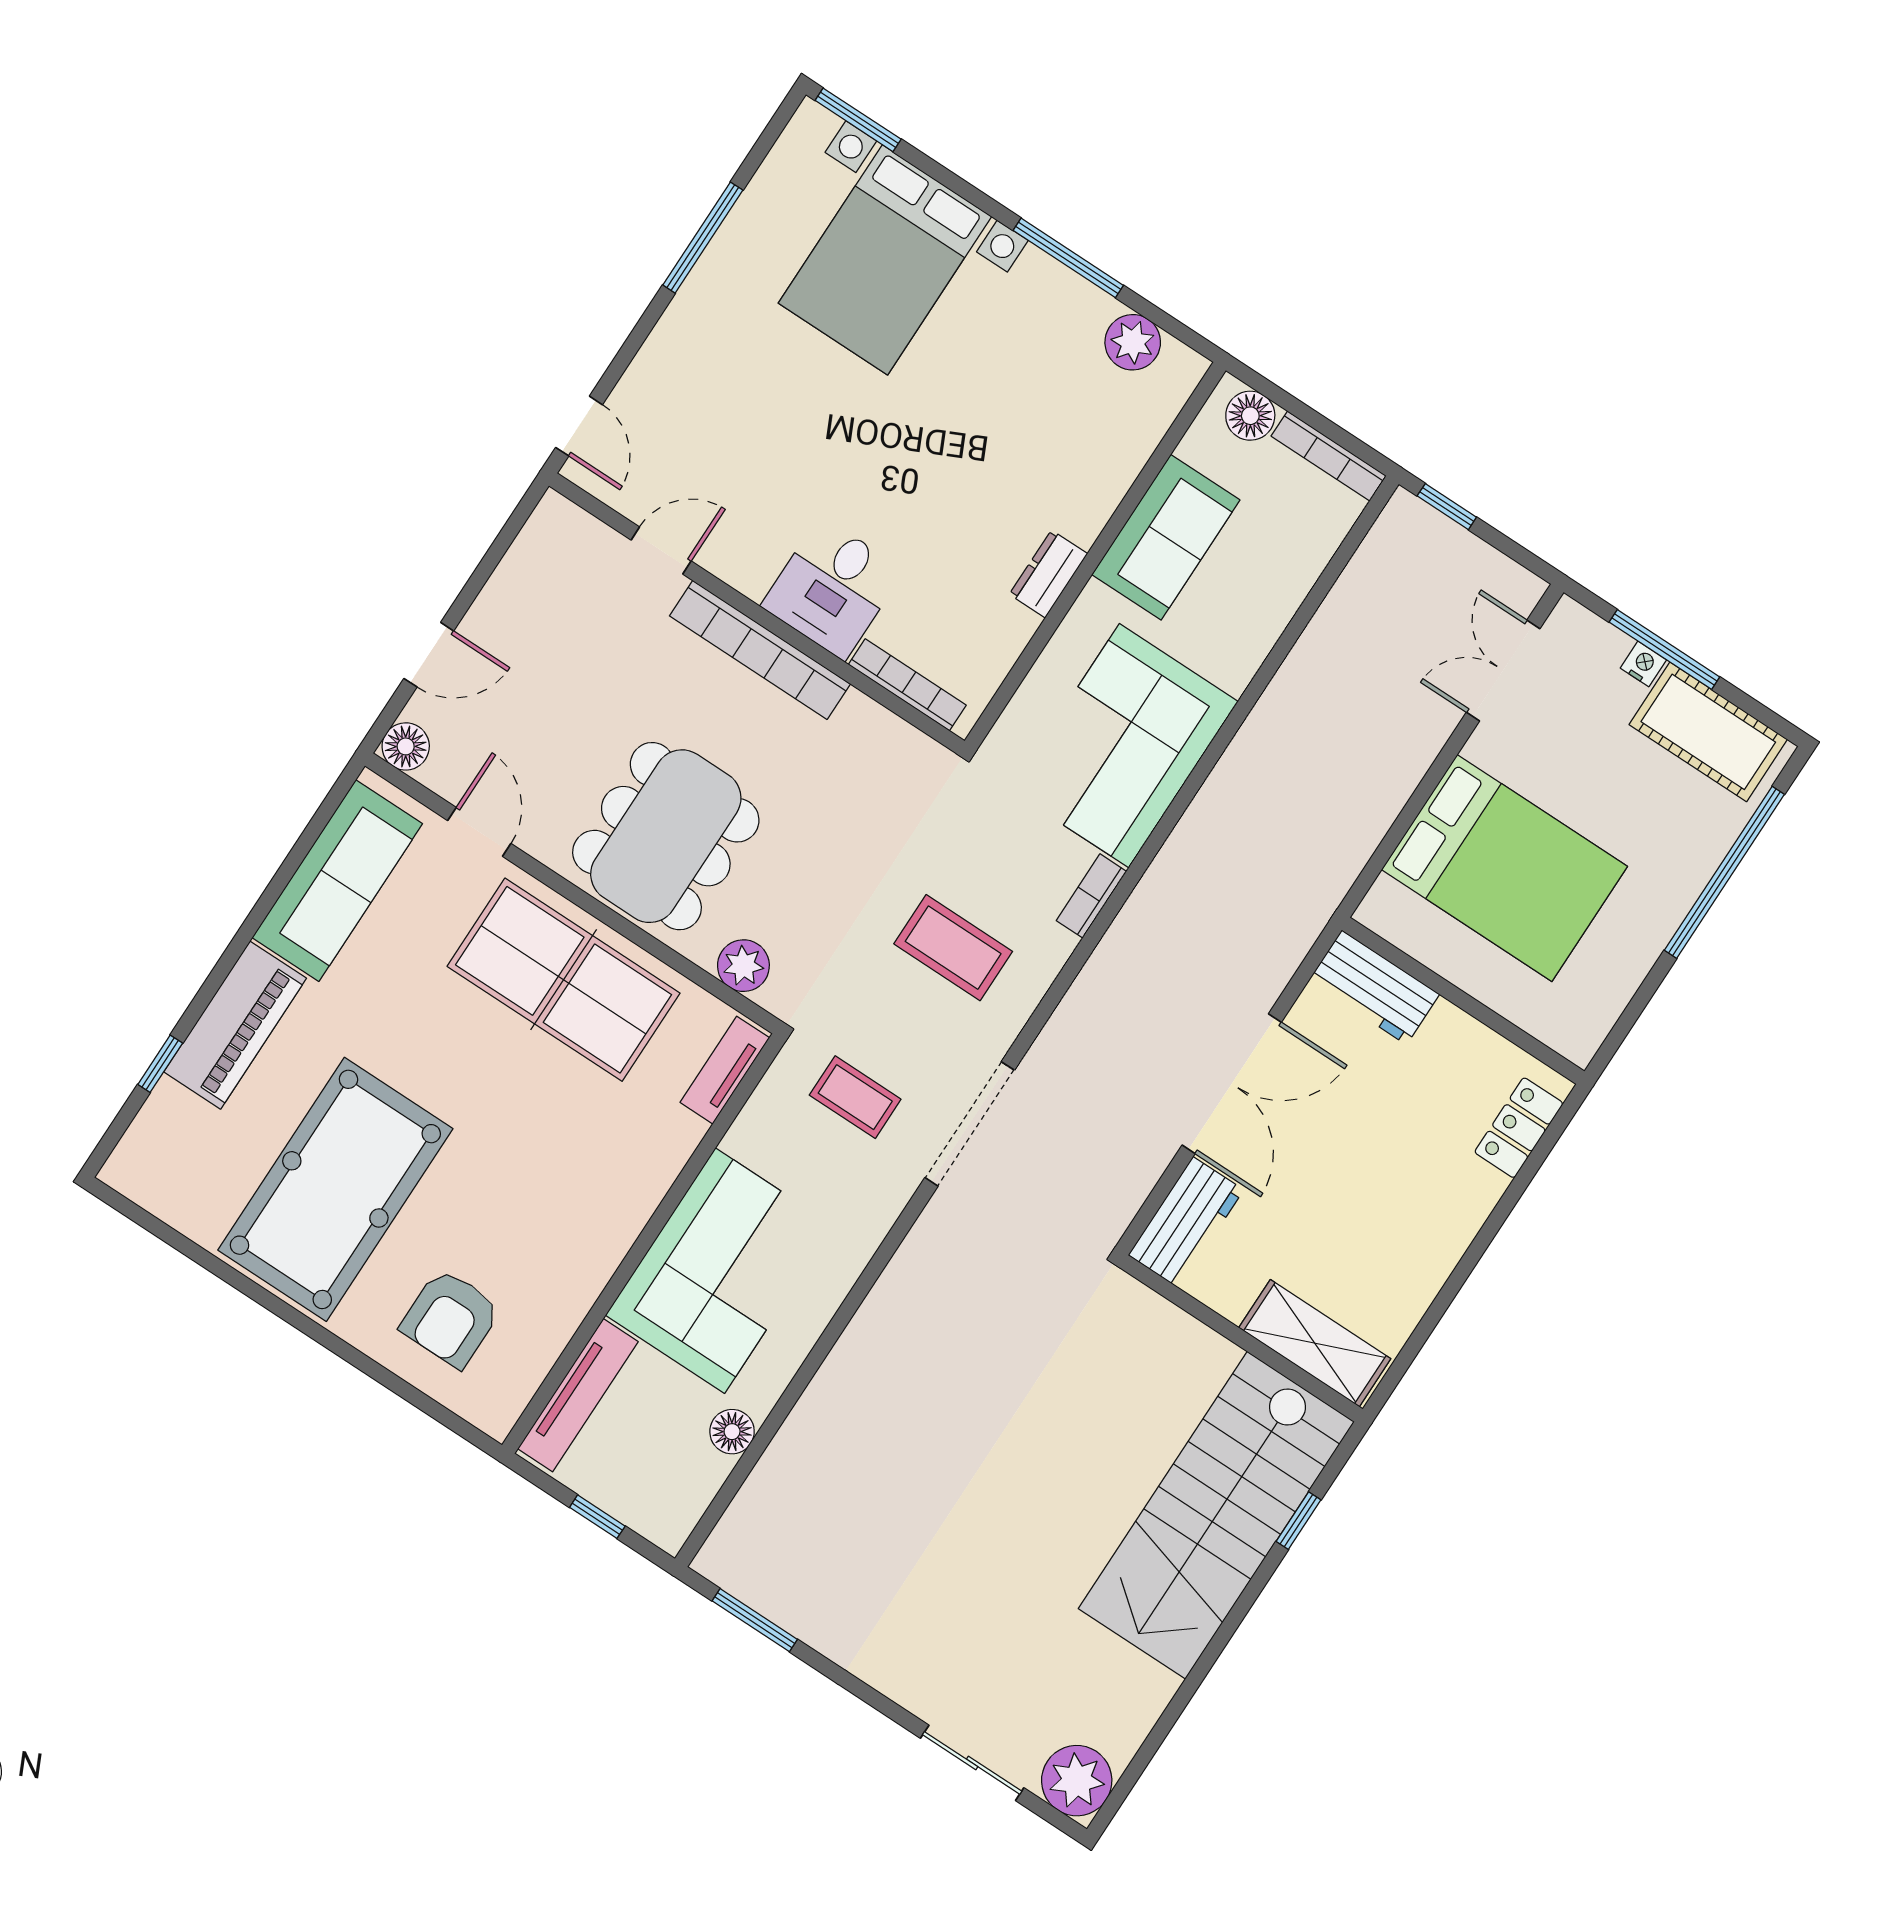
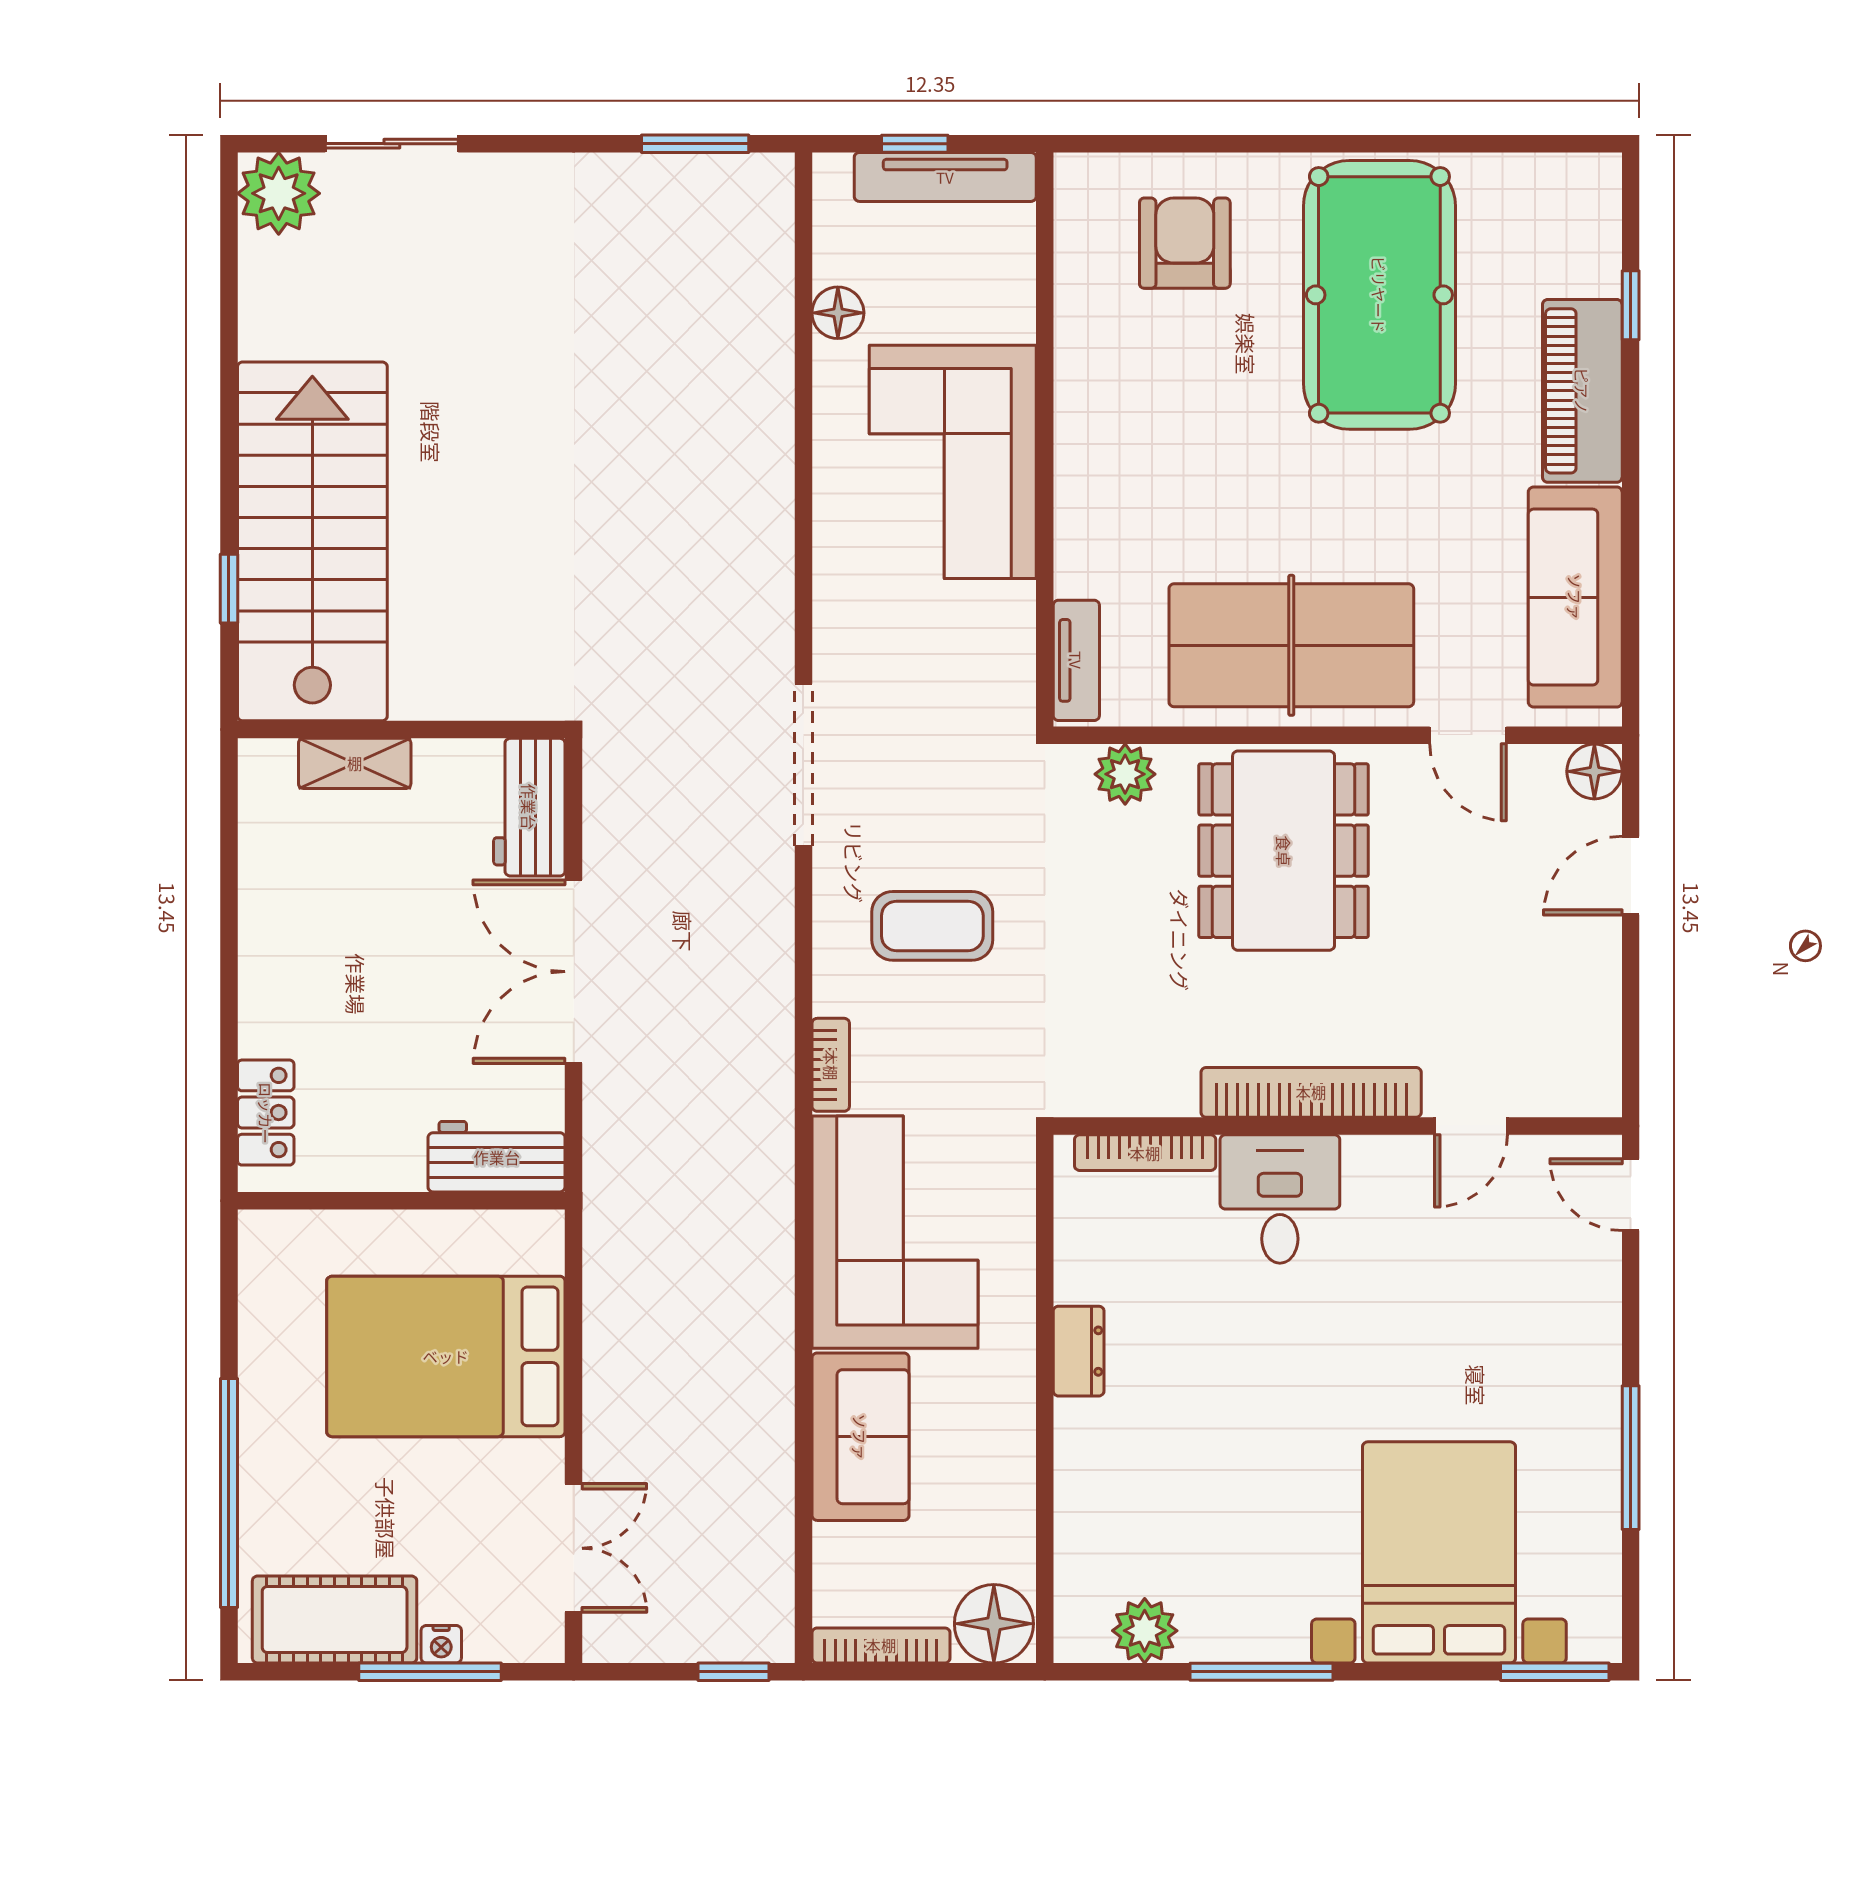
floor lamp: (1250, 416) -> (994, 1624), width x1.38, depth x1.38
sofa: (1166, 537) -> (860, 1437), moved, turned 180
coffee table: (855, 1097) -> (932, 717), removed
shelving: (1315, 1343) -> (355, 763), width x0.67, depth x0.75
tv unit: (578, 1395) -> (945, 177), moved, turned -90

